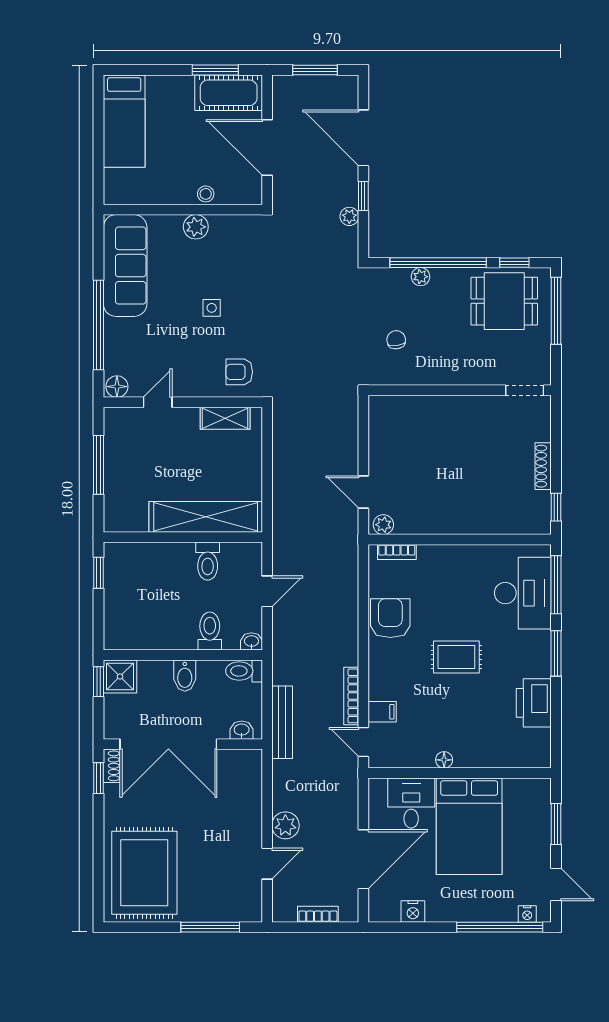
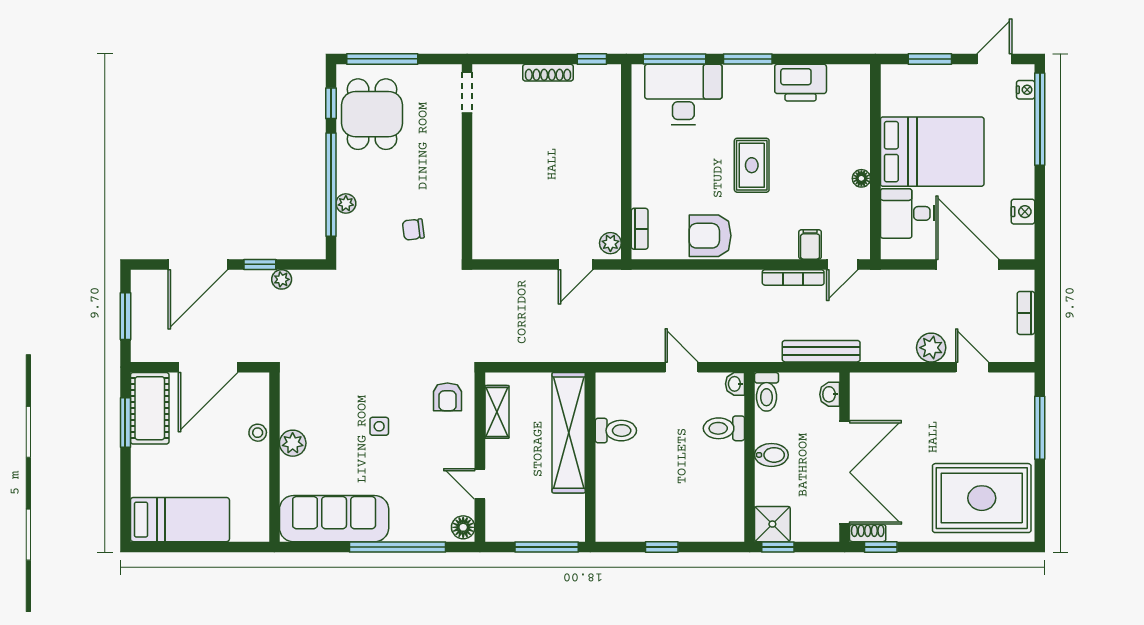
shelving: (206, 517) -> (569, 433), moved
wall: (183, 537) -> (590, 457), moved
toilet: (208, 561) -> (616, 431), moved

